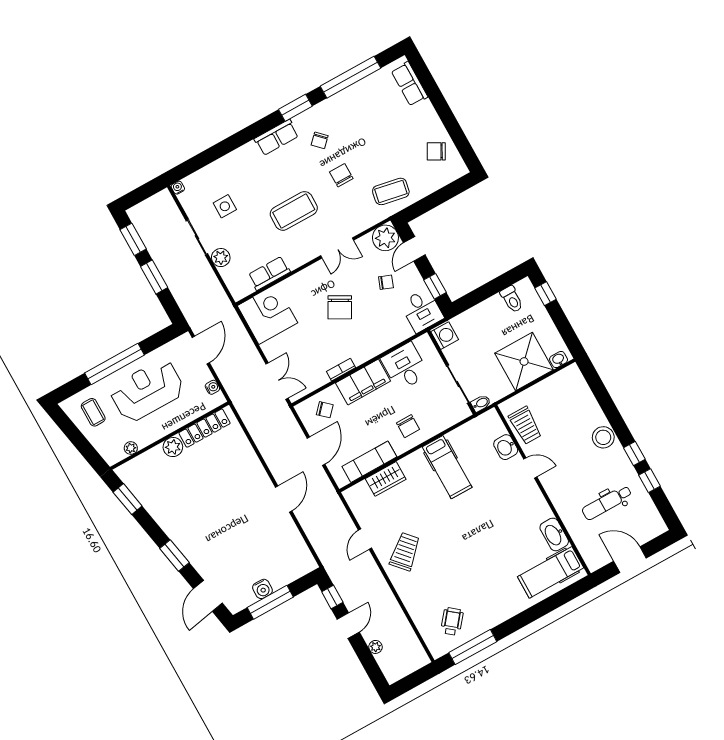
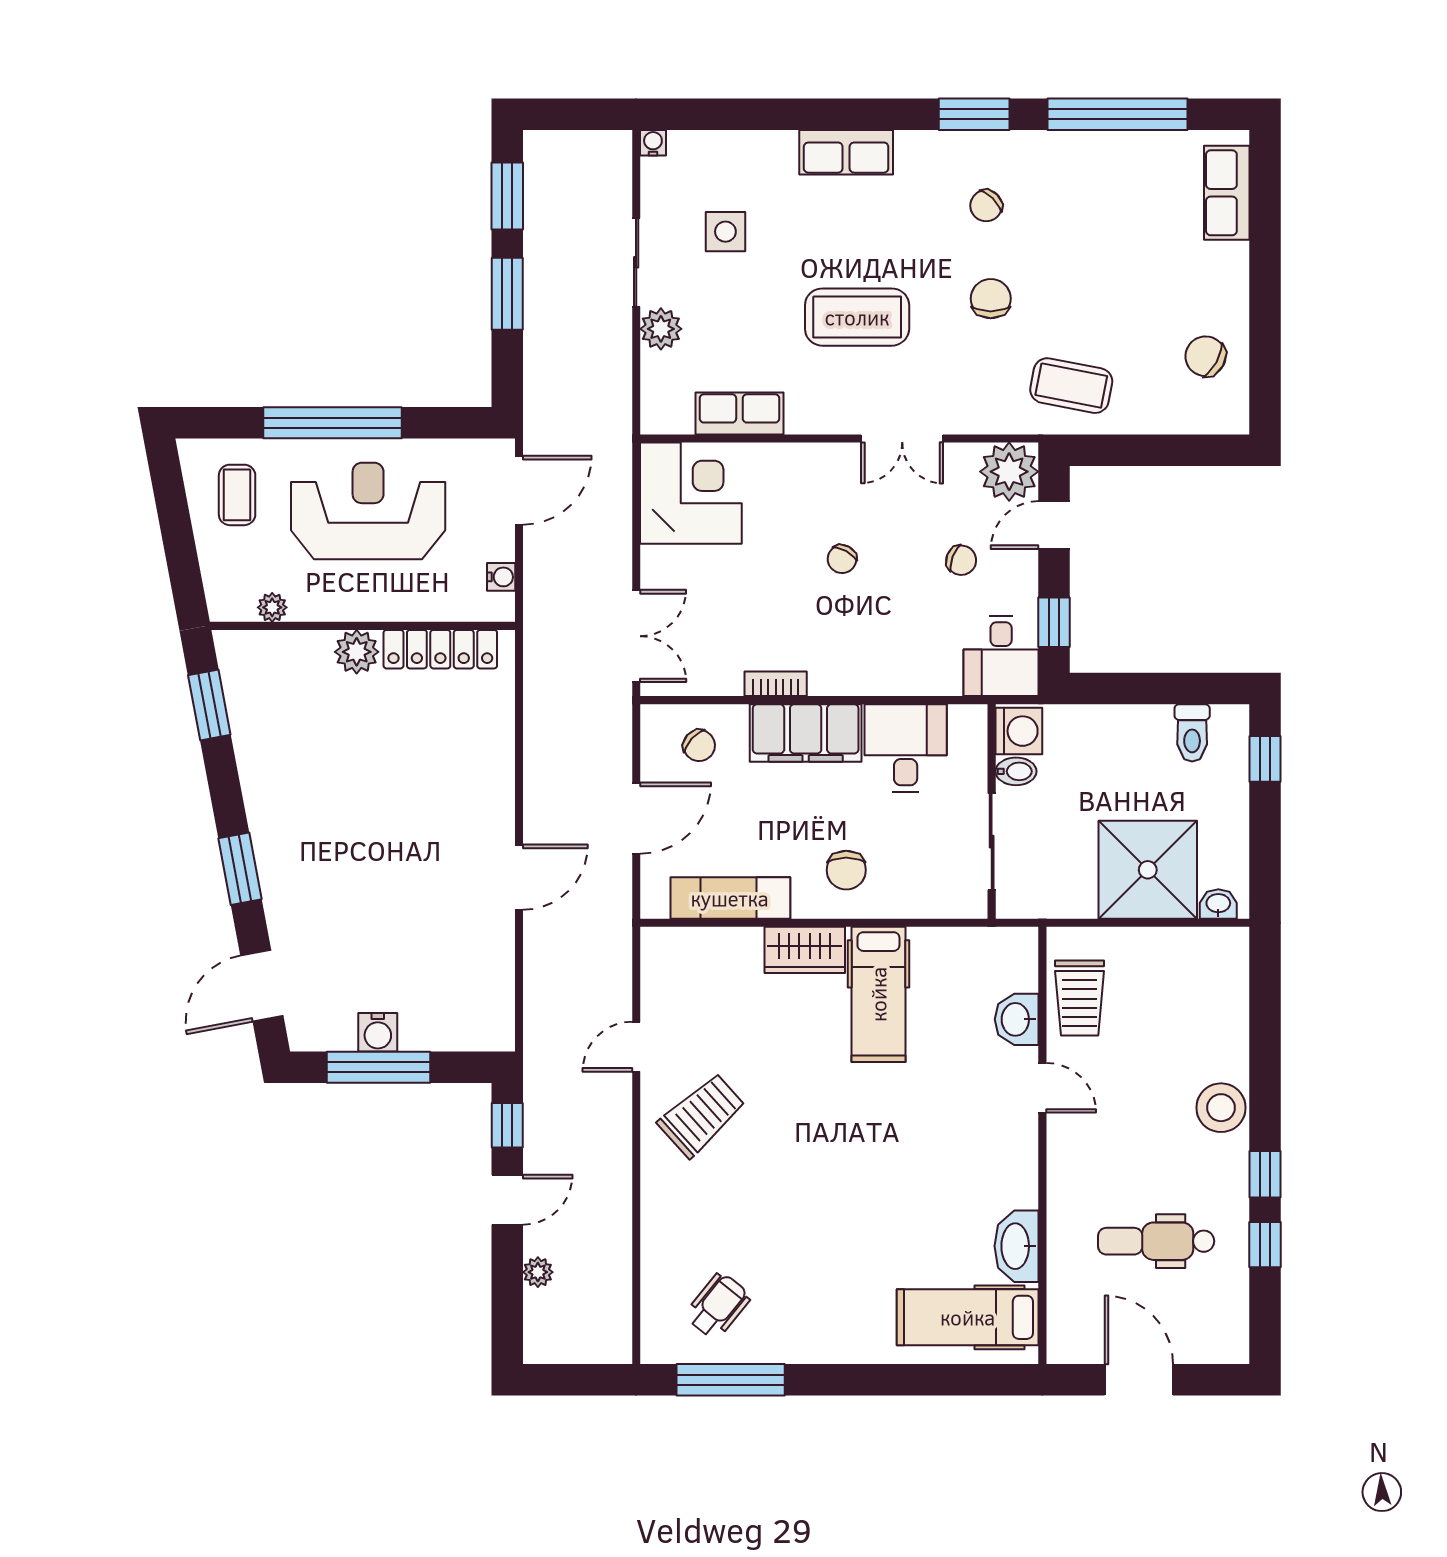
row of seats: (277, 137) -> (846, 152), moved
chair: (340, 307) -> (842, 559), width x0.54, depth x0.54
bidet: (481, 403) -> (1016, 771), moved
wardrobe: (386, 479) -> (805, 950), moved

